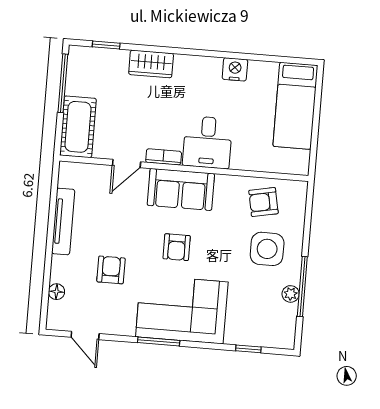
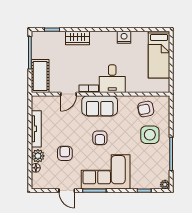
plant: (62, 270) -> (38, 156), added
plant: (291, 294) -> (165, 185), moved
door: (85, 335) -> (67, 191), moved

